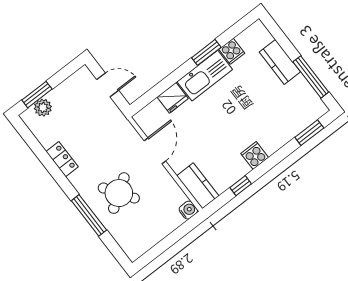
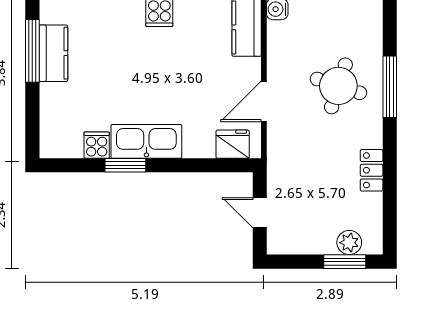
kitchen counter: (280, 62) -> (53, 53), moved
fridge: (173, 98) -> (233, 144), moved
round table: (119, 193) -> (338, 86), turned -38

